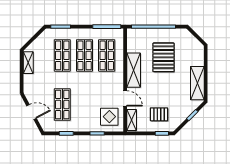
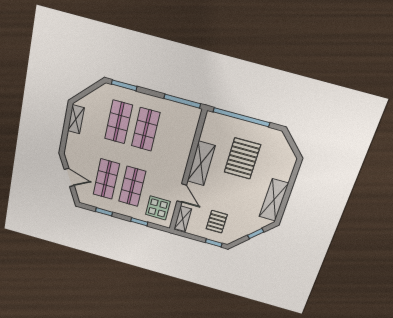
shop shelf: (107, 55) -> (132, 186), moved
pallet: (159, 114) -> (217, 222), turned 90

